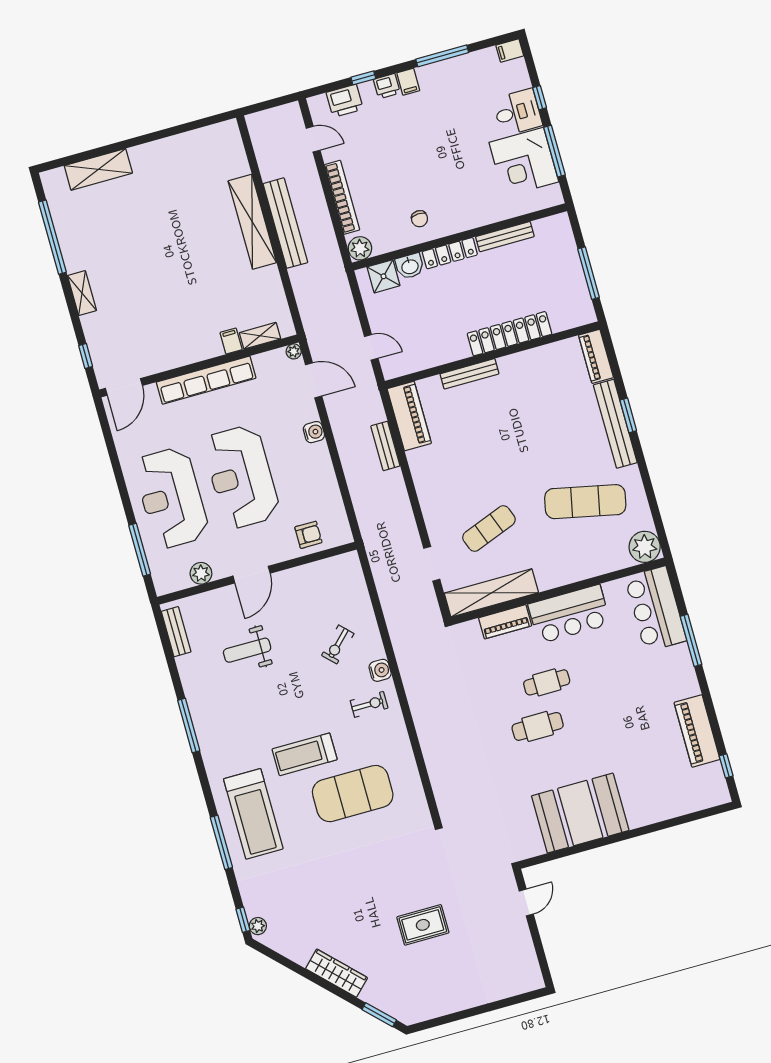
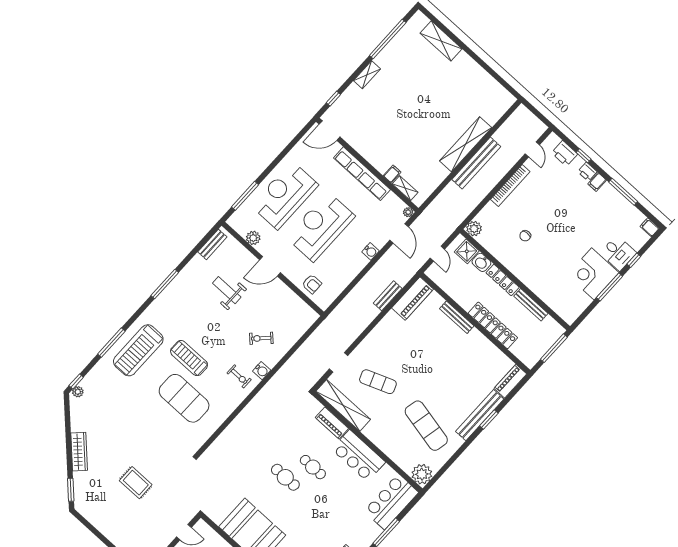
wall: (459, 237) -> (515, 280), moved
bench: (505, 237) -> (531, 305), moved
plant: (360, 248) -> (474, 229), moved
locker: (450, 253) -> (503, 280), moved
washbasin: (410, 266) -> (481, 262), moved
shower: (383, 276) -> (467, 251), moved

